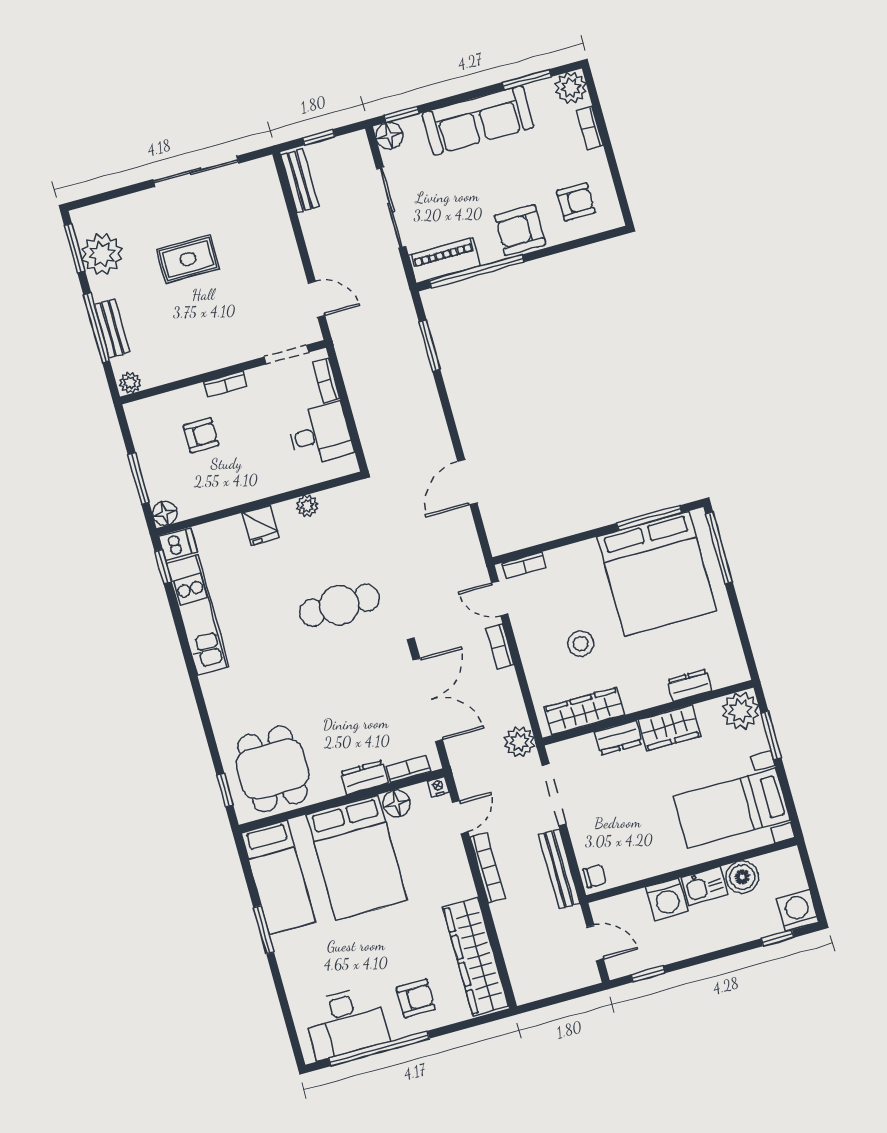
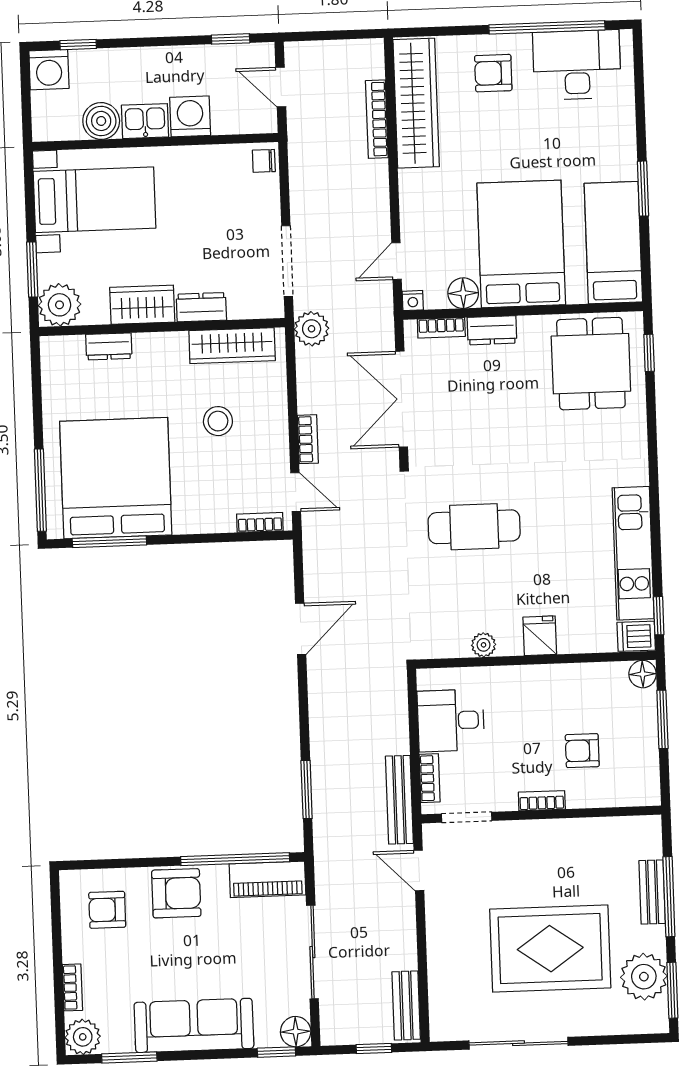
rug: (188, 259) -> (550, 949), width x1.86, depth x2.06
plant: (130, 383) -> (647, 827), removed
bookcase: (487, 868) -> (377, 119), moved
bench: (559, 869) -> (399, 800), moved

